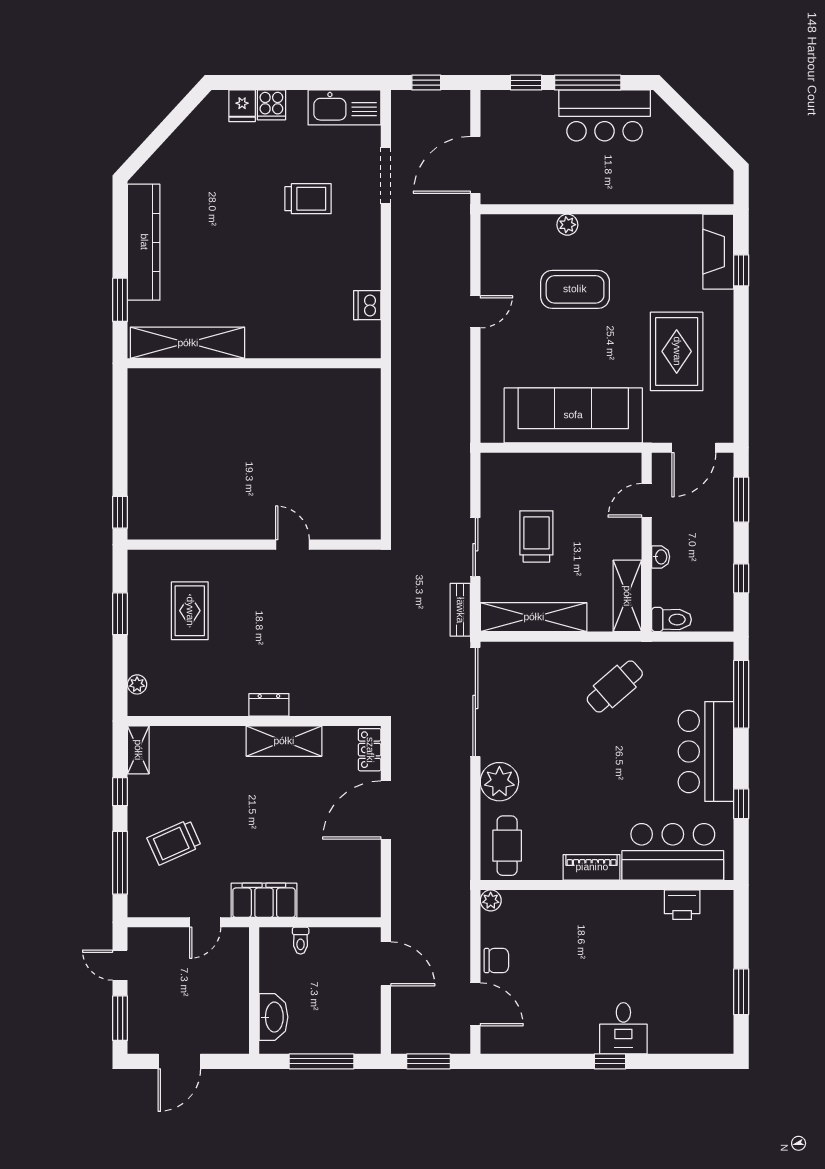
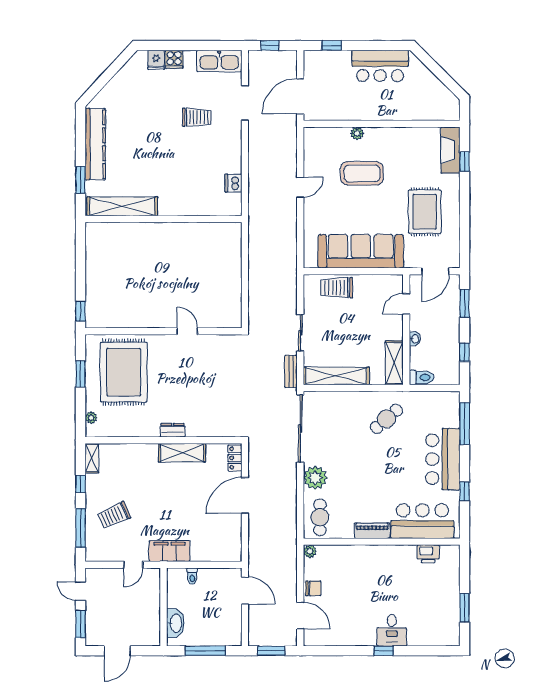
window: (588, 83) -> (370, 45), removed
trolley: (536, 536) -> (337, 288), moved, turned -90
rug: (190, 611) -> (124, 372), width x1.86, depth x2.06

